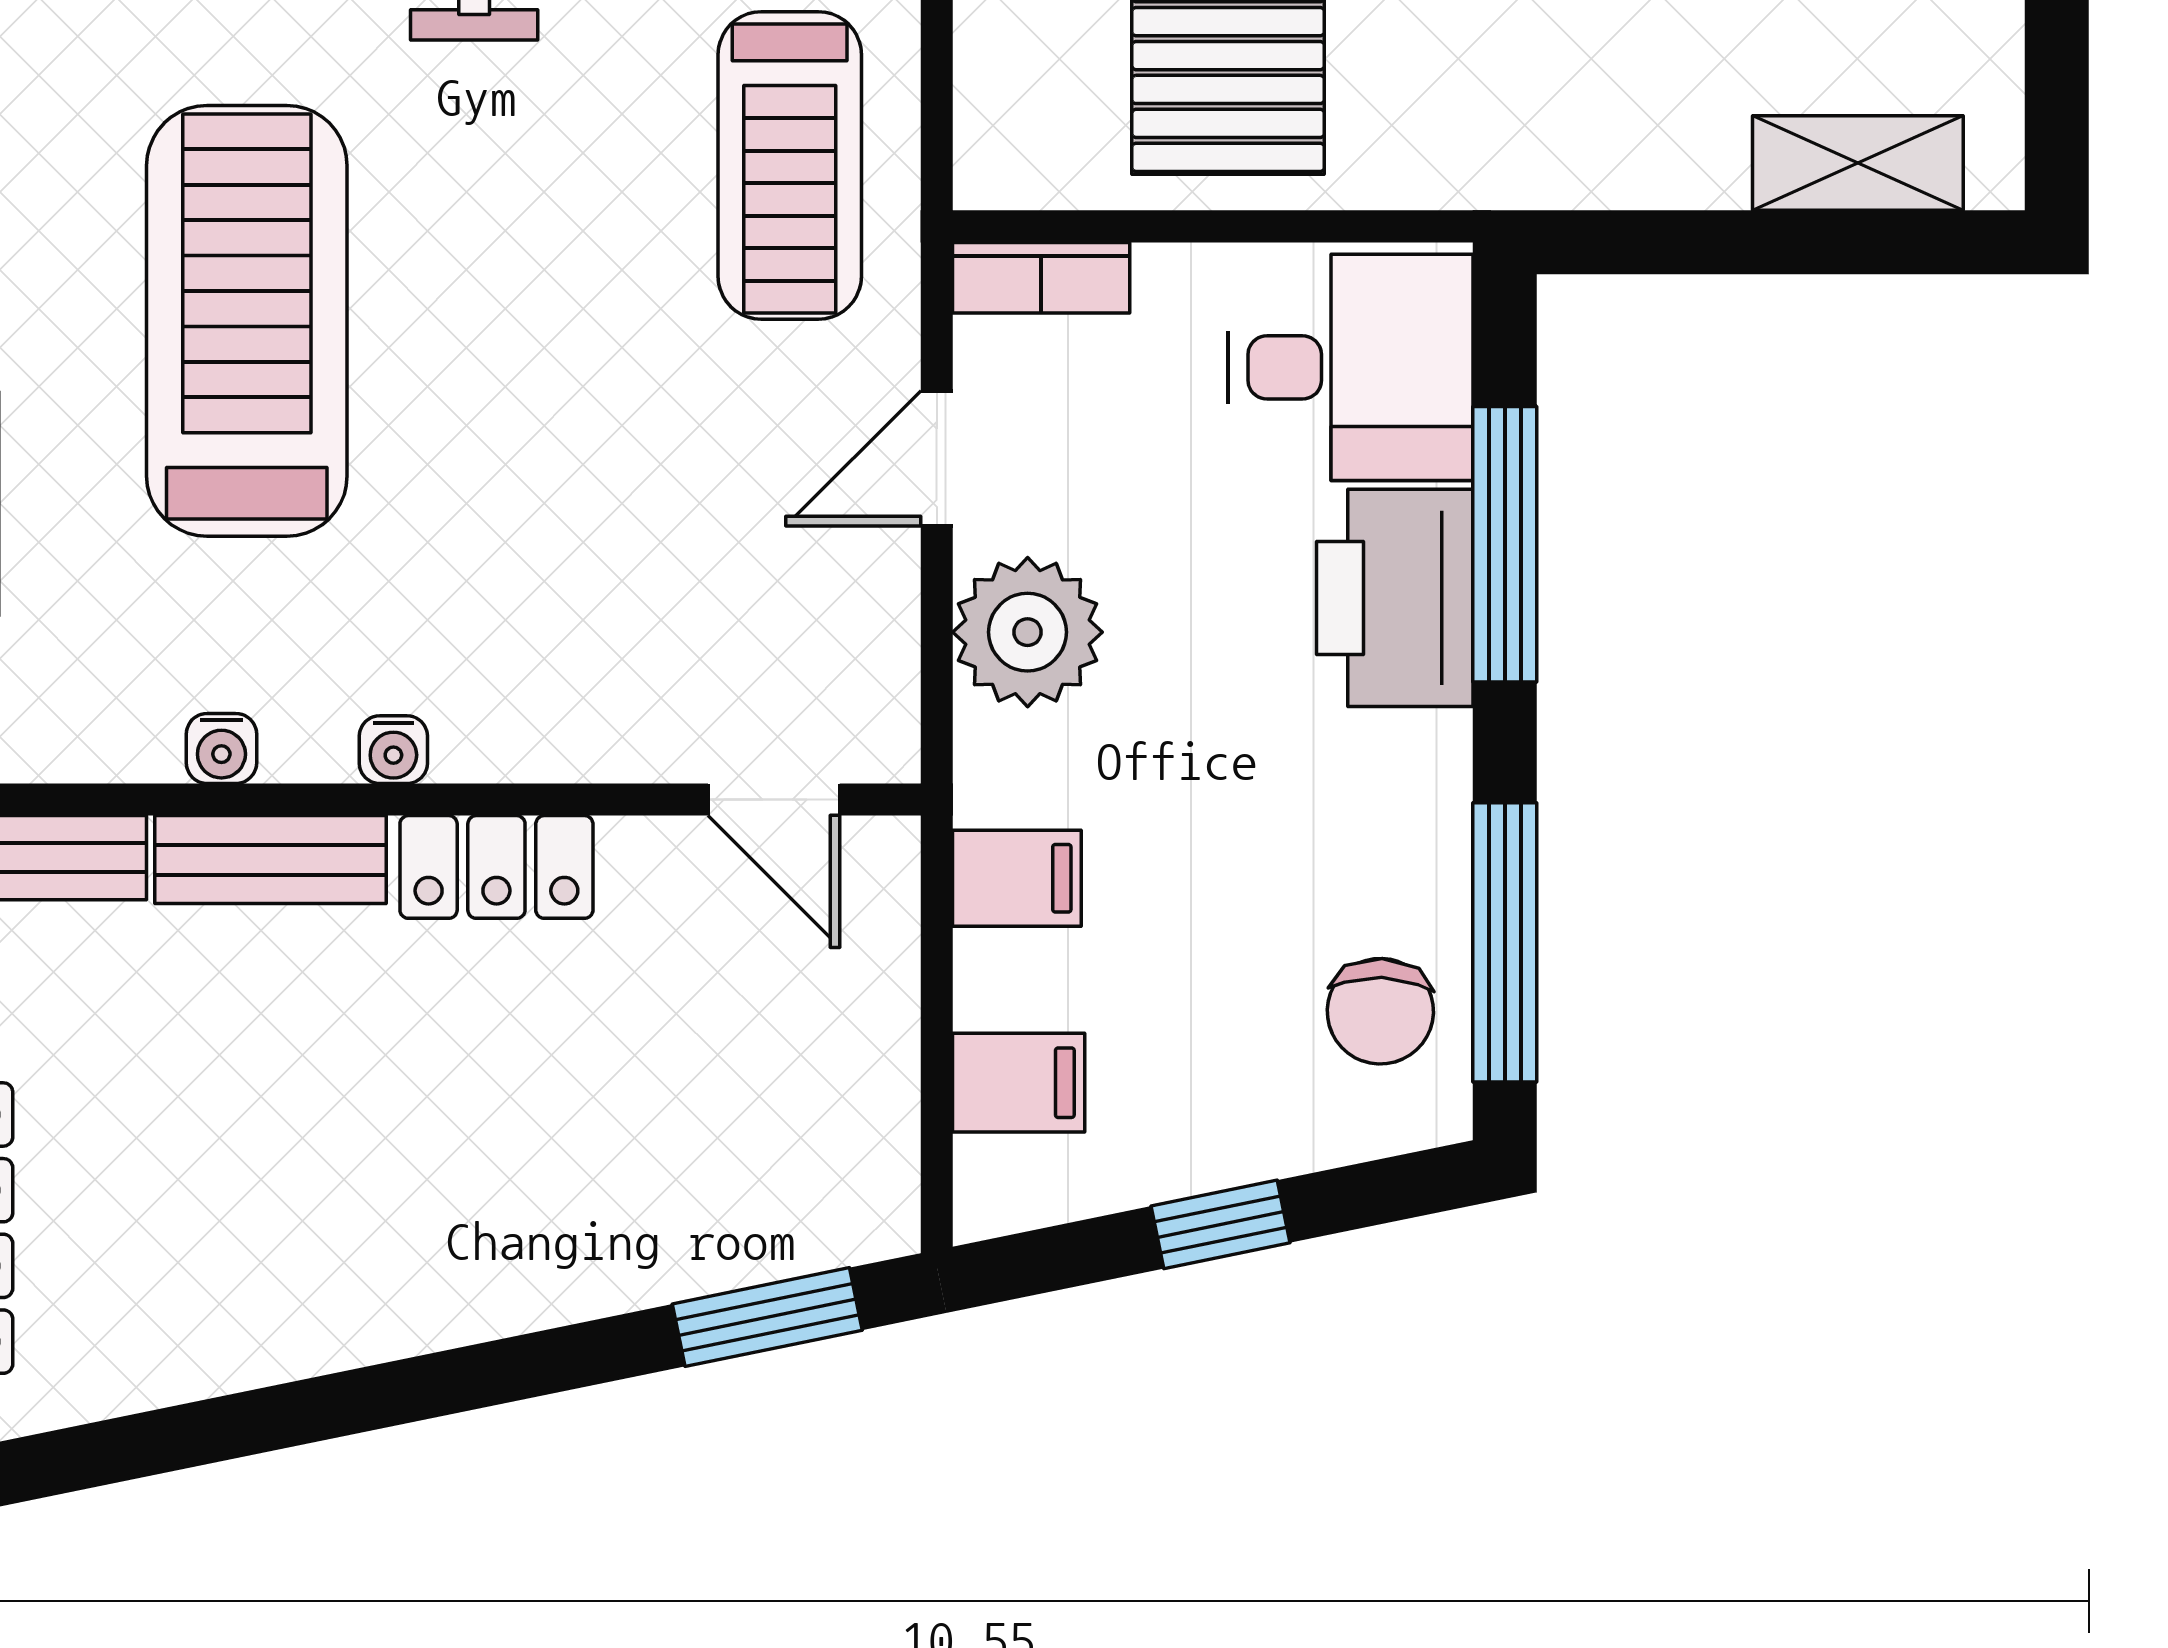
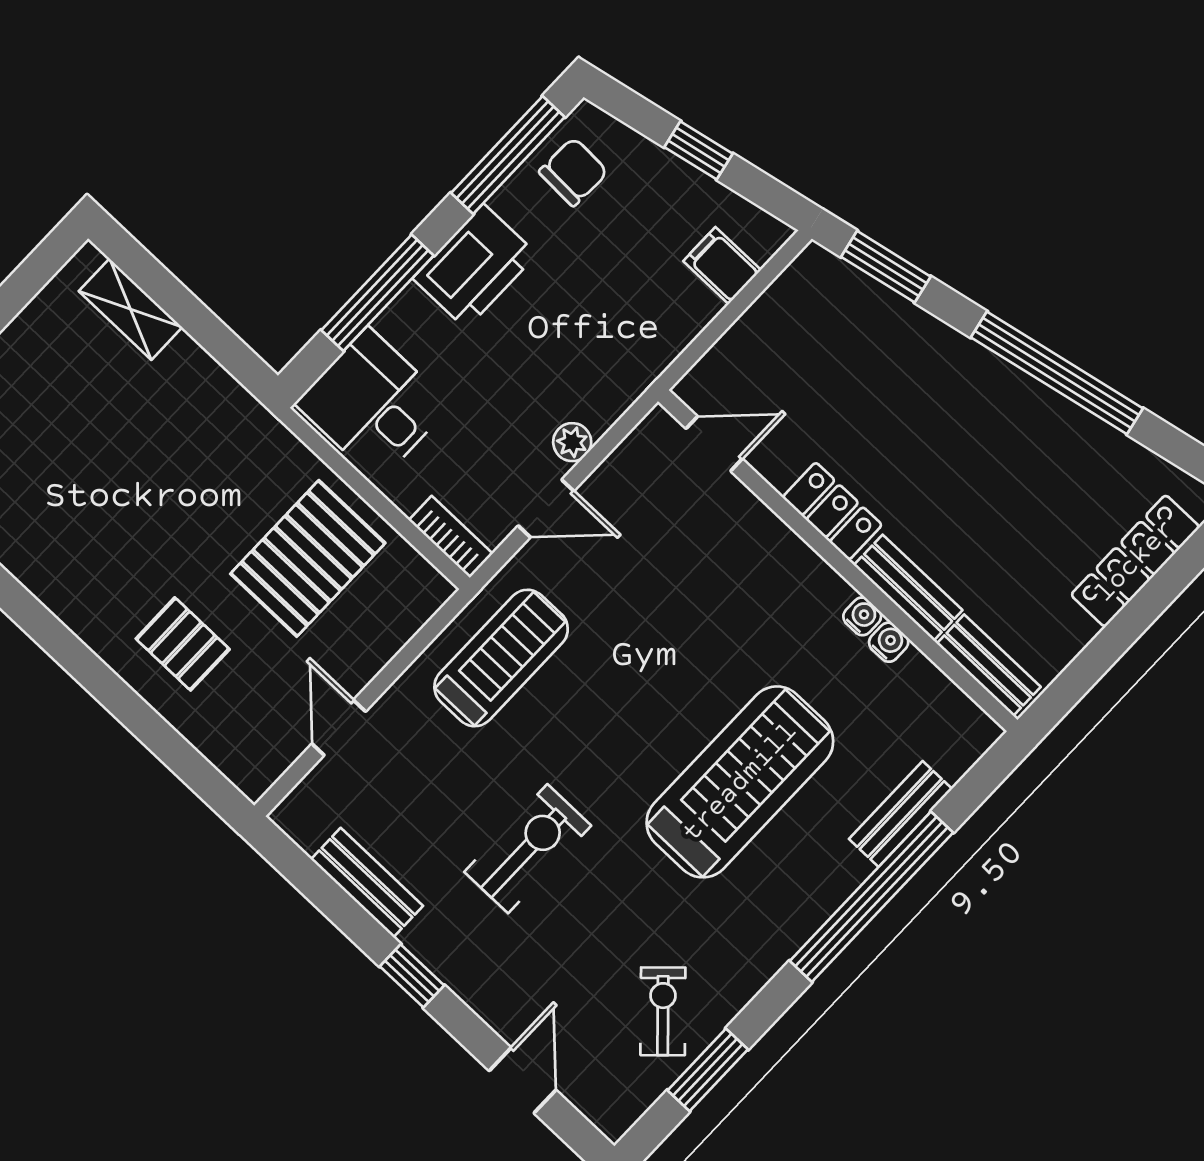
treadmill: (247, 321) -> (740, 782), turned 180
printer: (1395, 598) -> (475, 266), moved
plant: (1028, 632) -> (572, 442), width x0.53, depth x0.53
water cooler: (393, 750) -> (862, 616), moved
door: (774, 800) -> (714, 444), hinge flipped
filing cabinet: (1017, 878) -> (656, 337), removed
window: (353, 1402) -> (1057, 373), added

